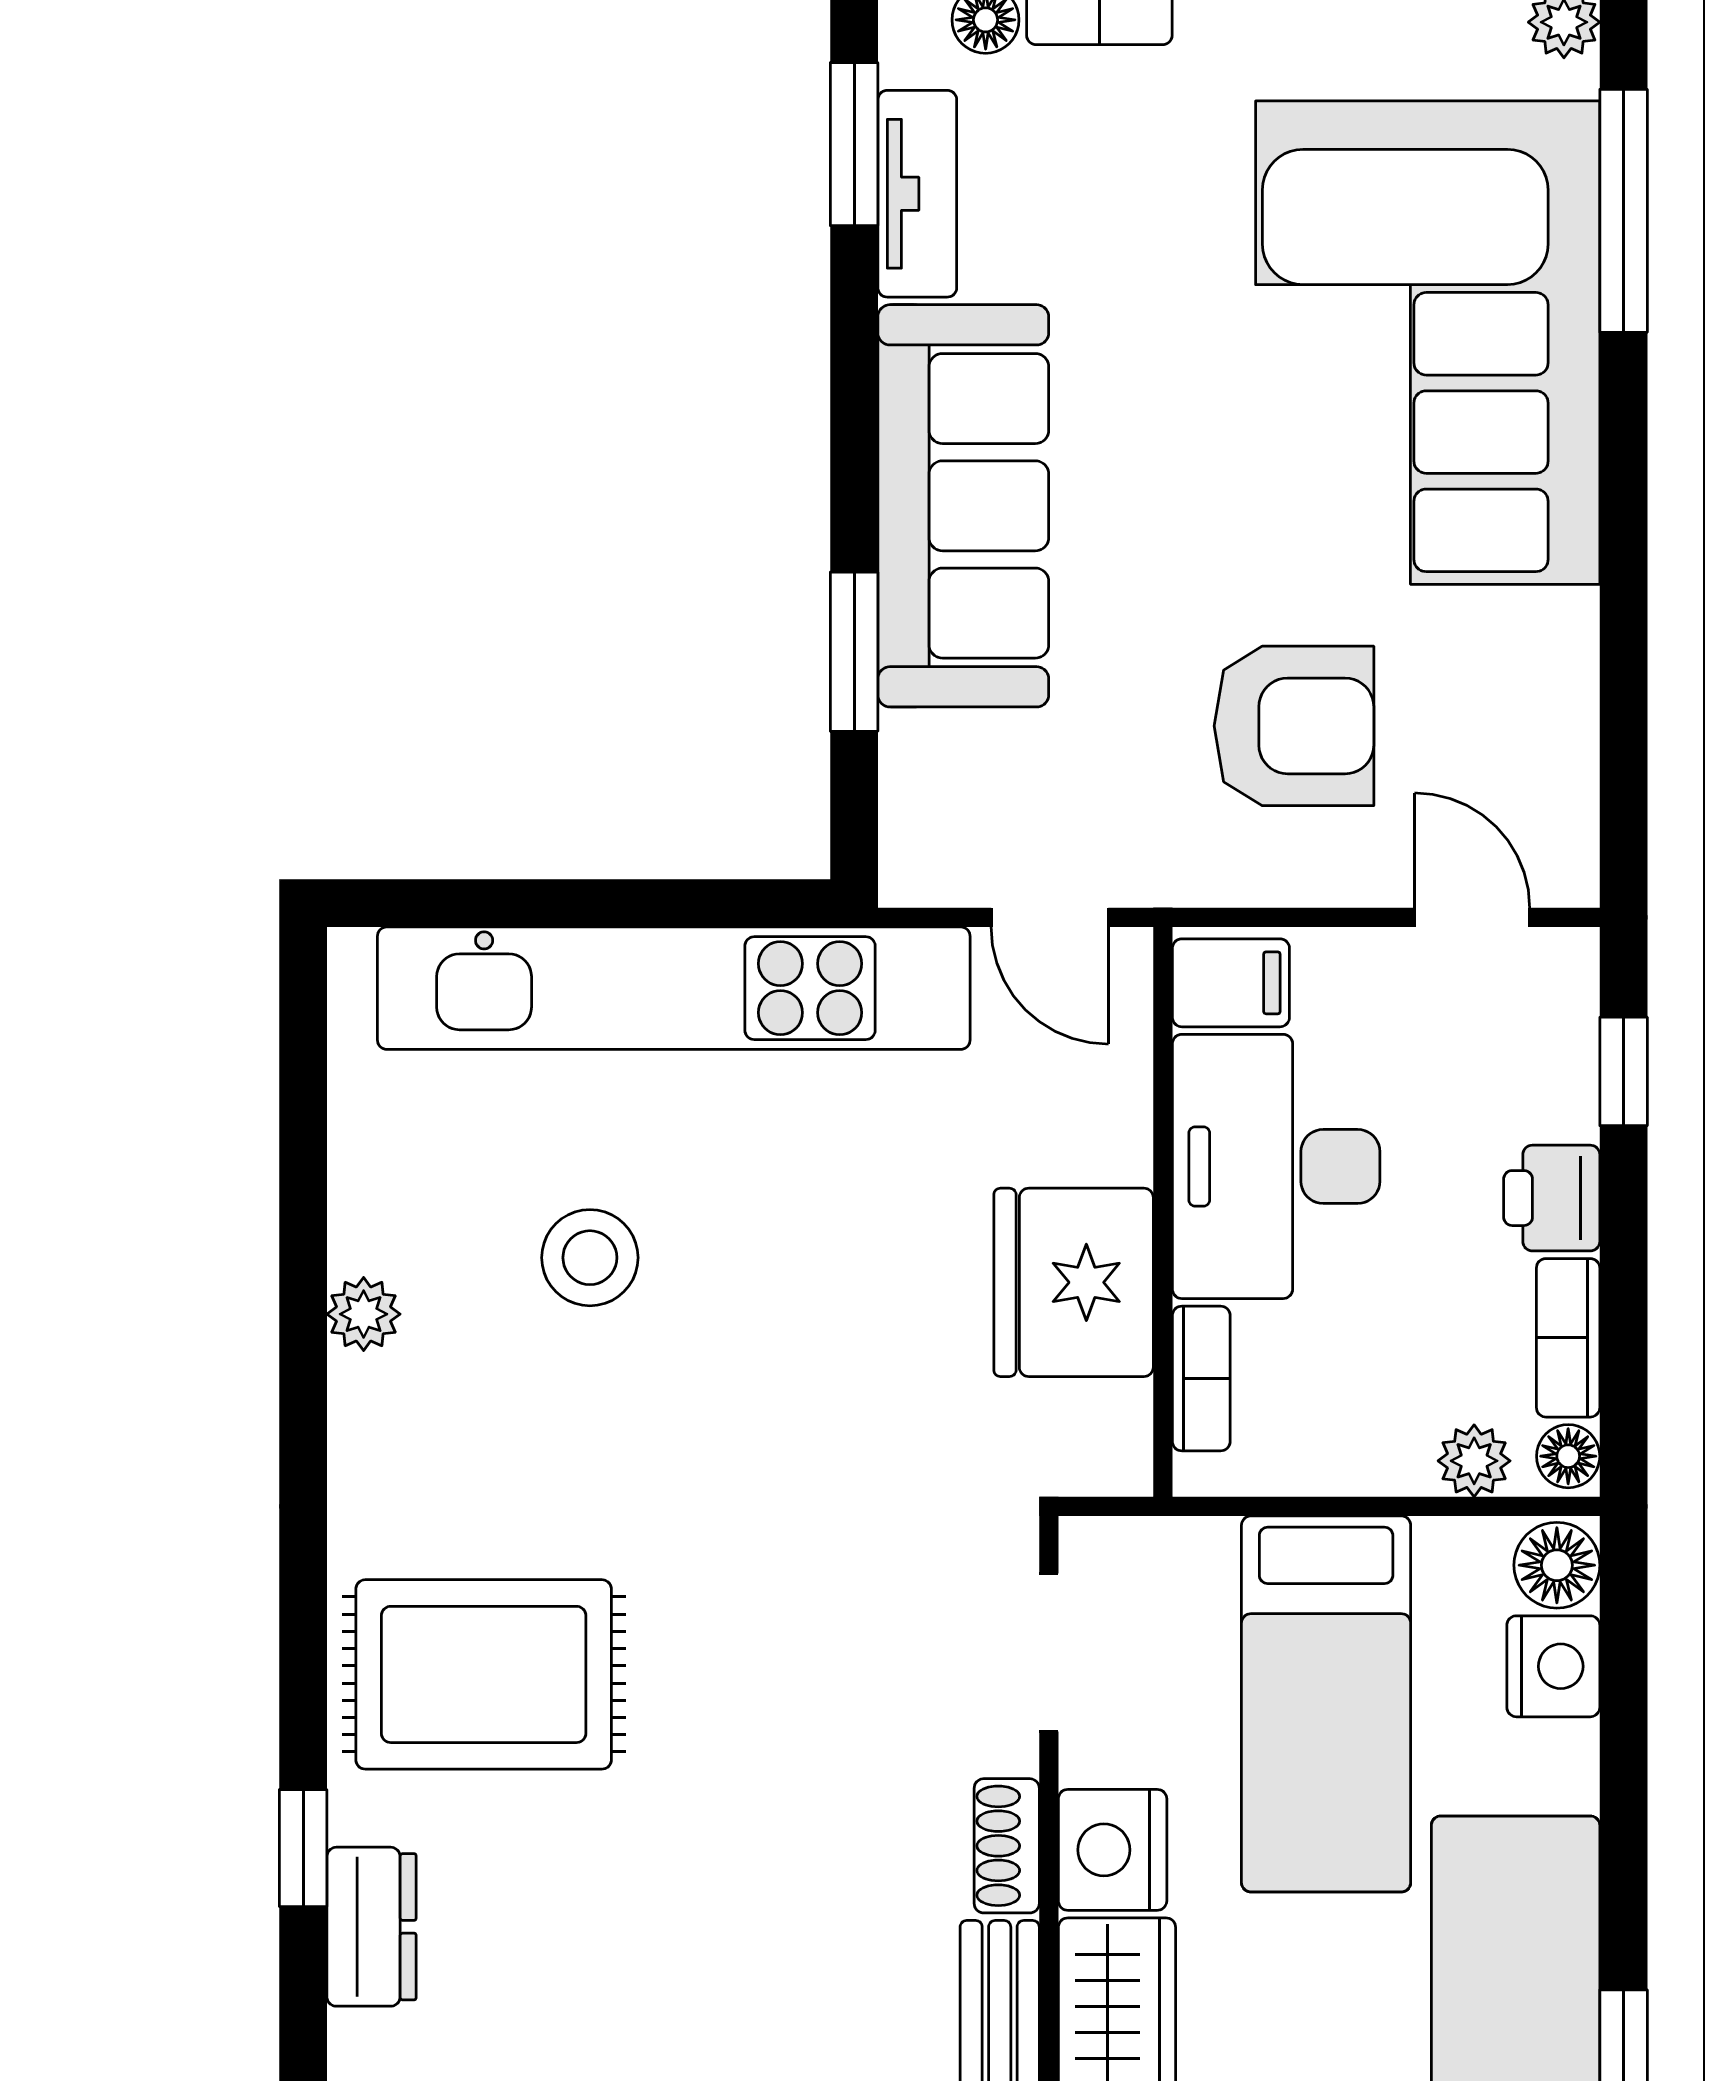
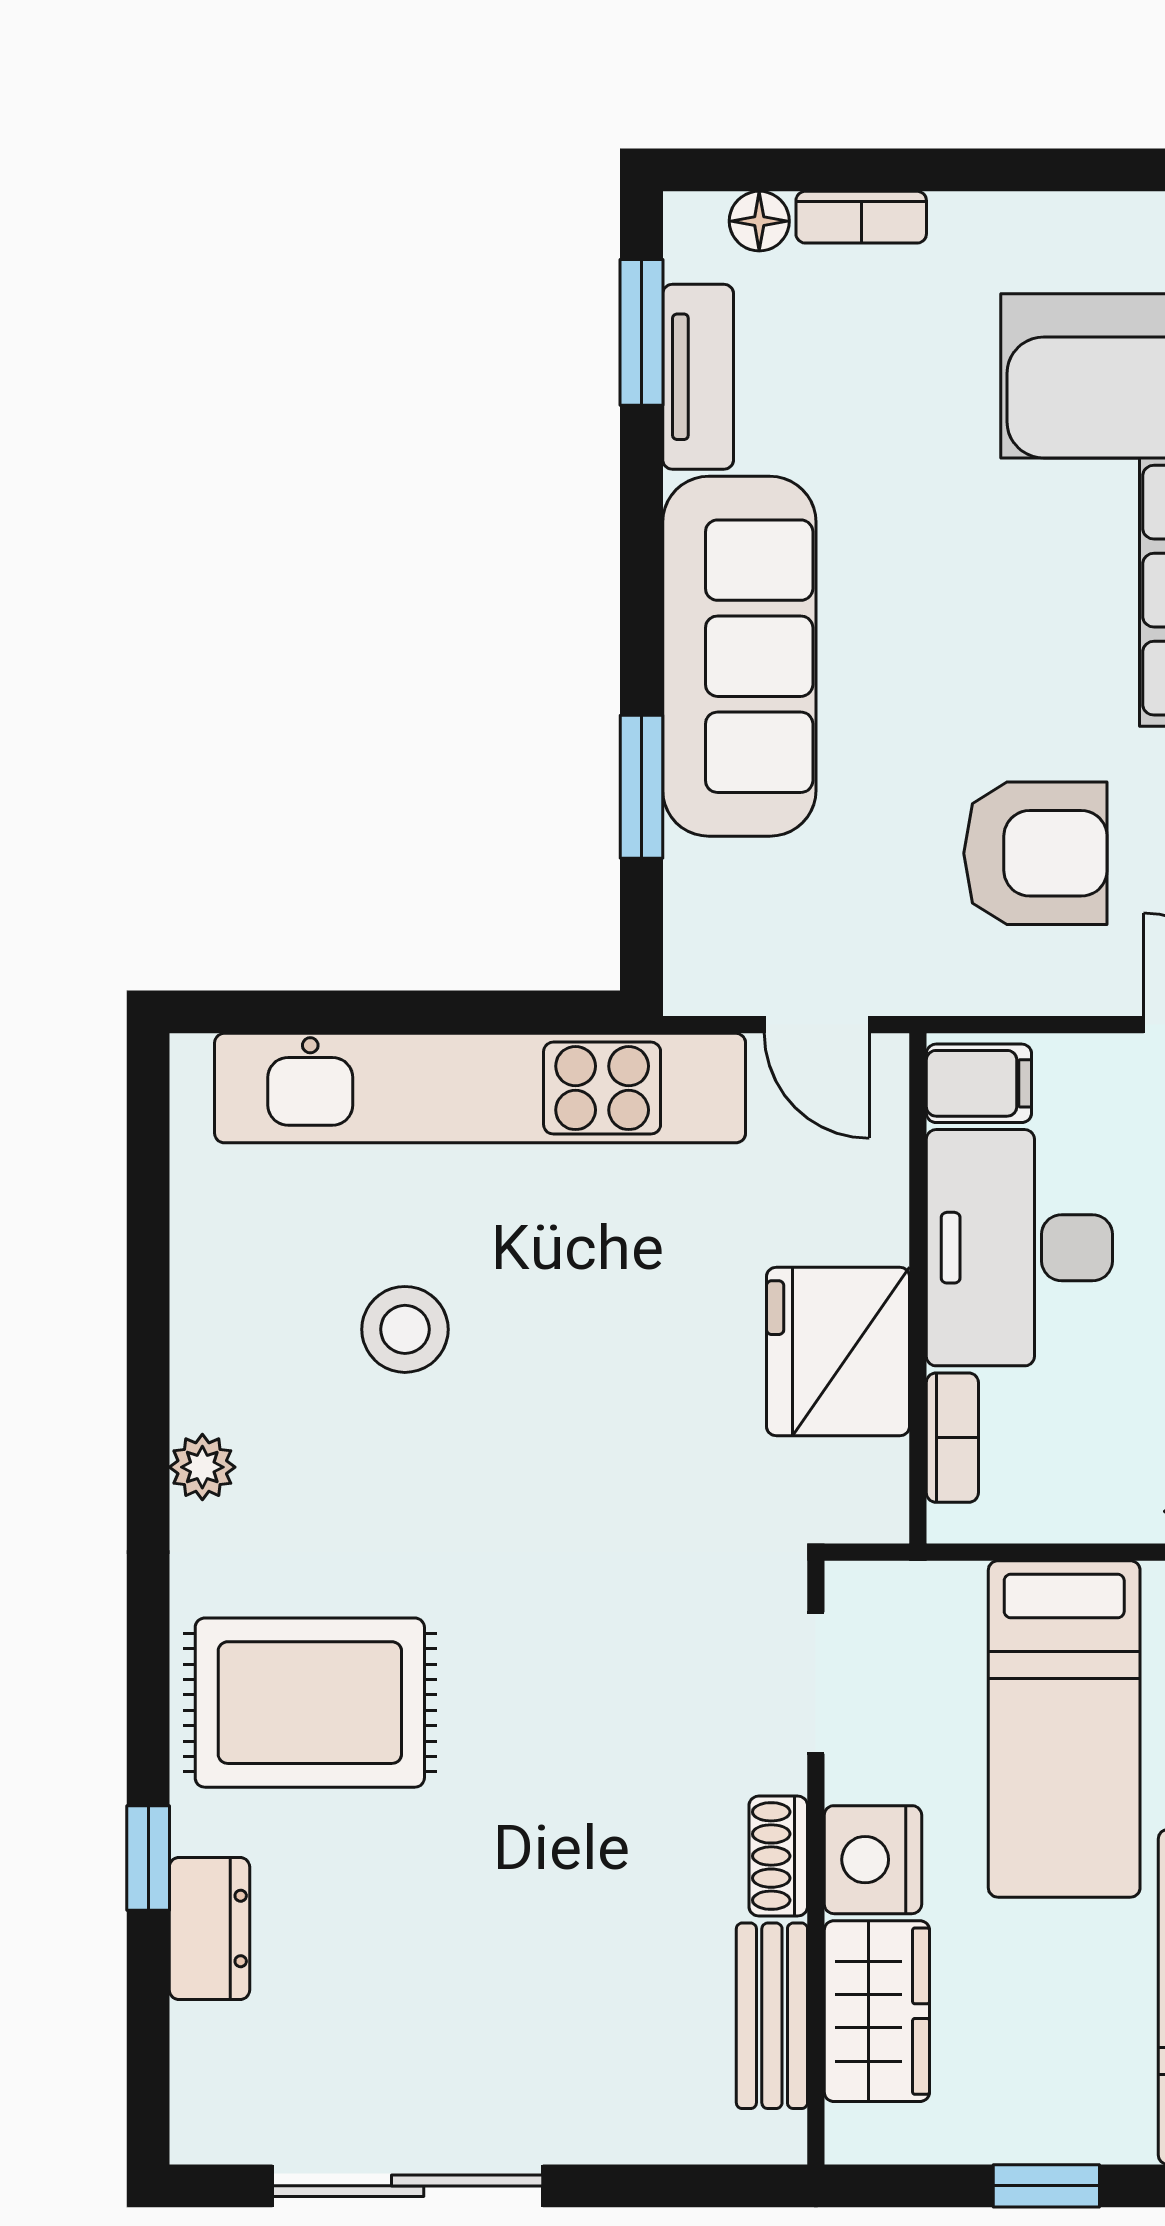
plant: (364, 1314) -> (202, 1467), moved

